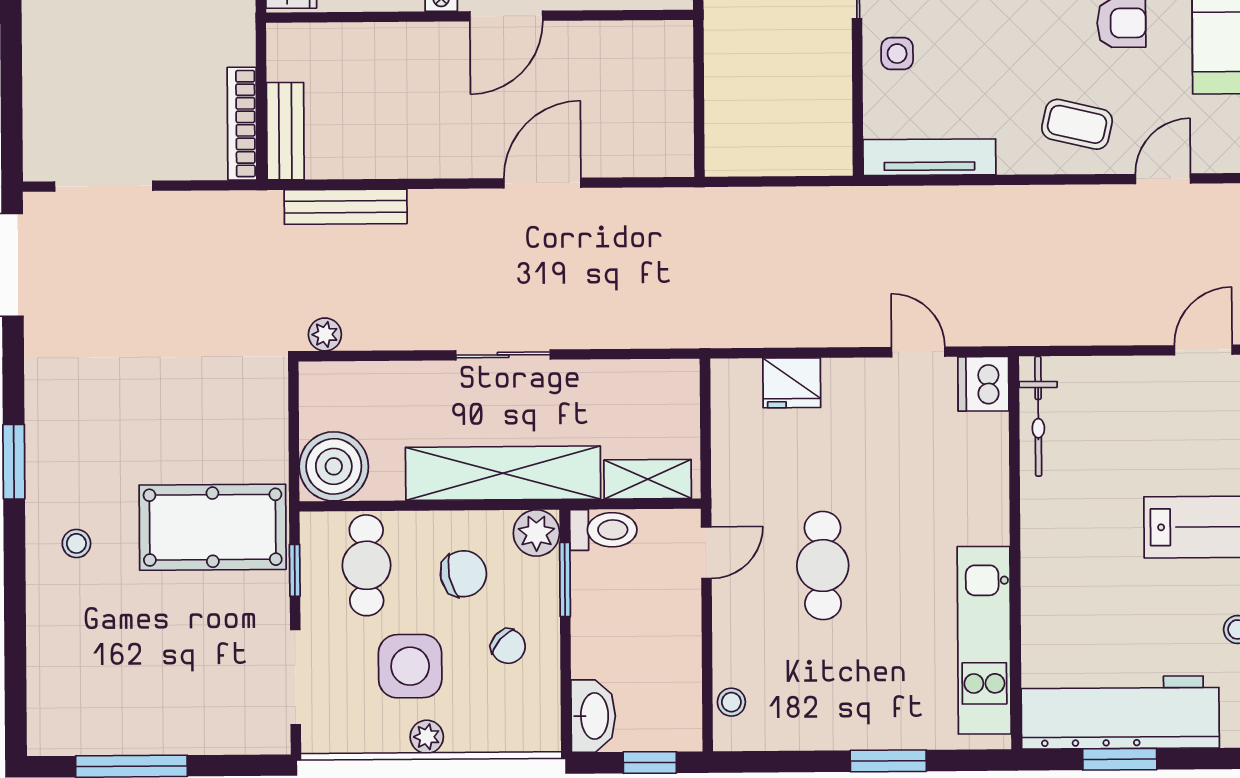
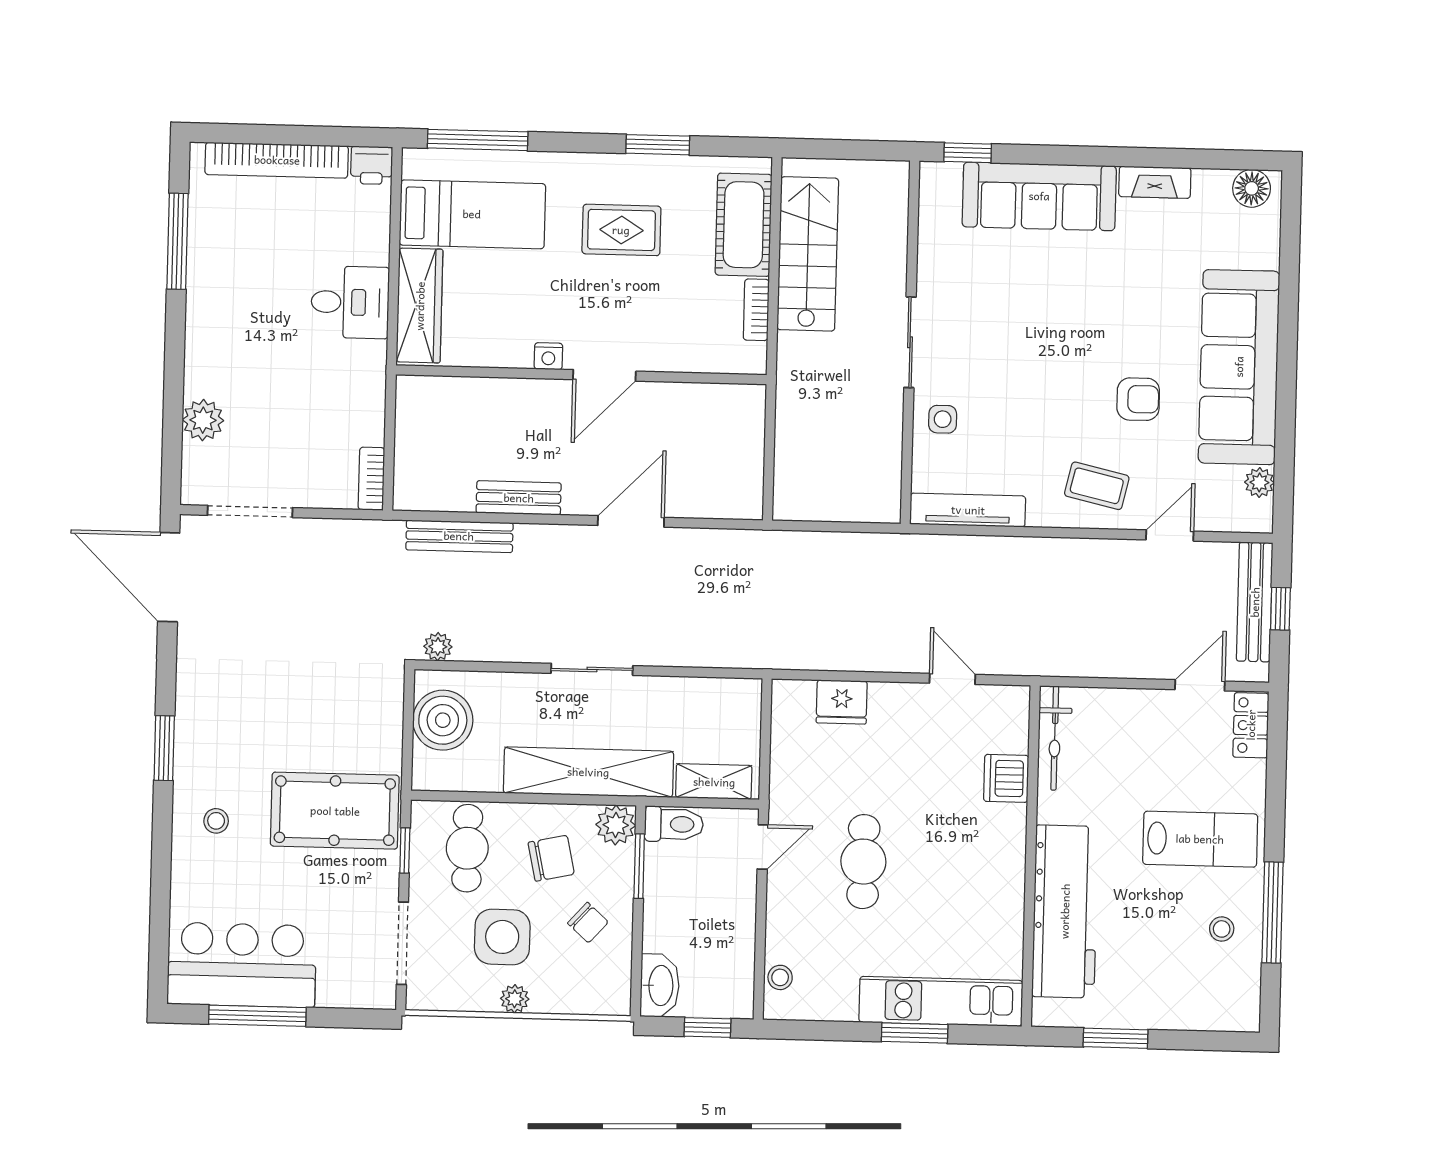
plant: (46, 83) -> (203, 420), added
bookcase: (242, 124) -> (371, 479), width x0.64
bench: (285, 131) -> (519, 498), moved, turned 90
dishwasher: (983, 384) -> (1006, 778), moved
boiler: (334, 466) -> (443, 720), moved
kitchen unit: (984, 640) -> (941, 1001), moved, turned 90
bar counter: (111, 708) -> (242, 965), added
workbench: (1120, 712) -> (1065, 911), moved, turned 90

